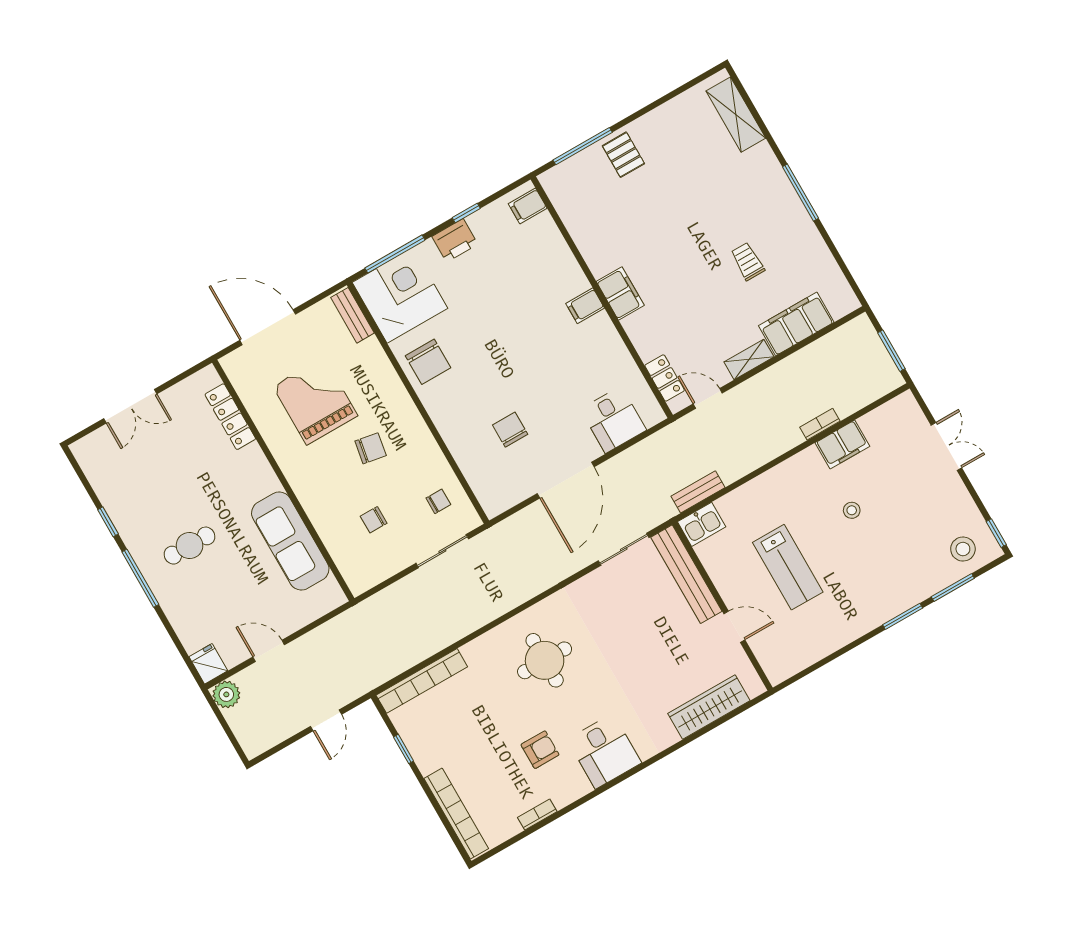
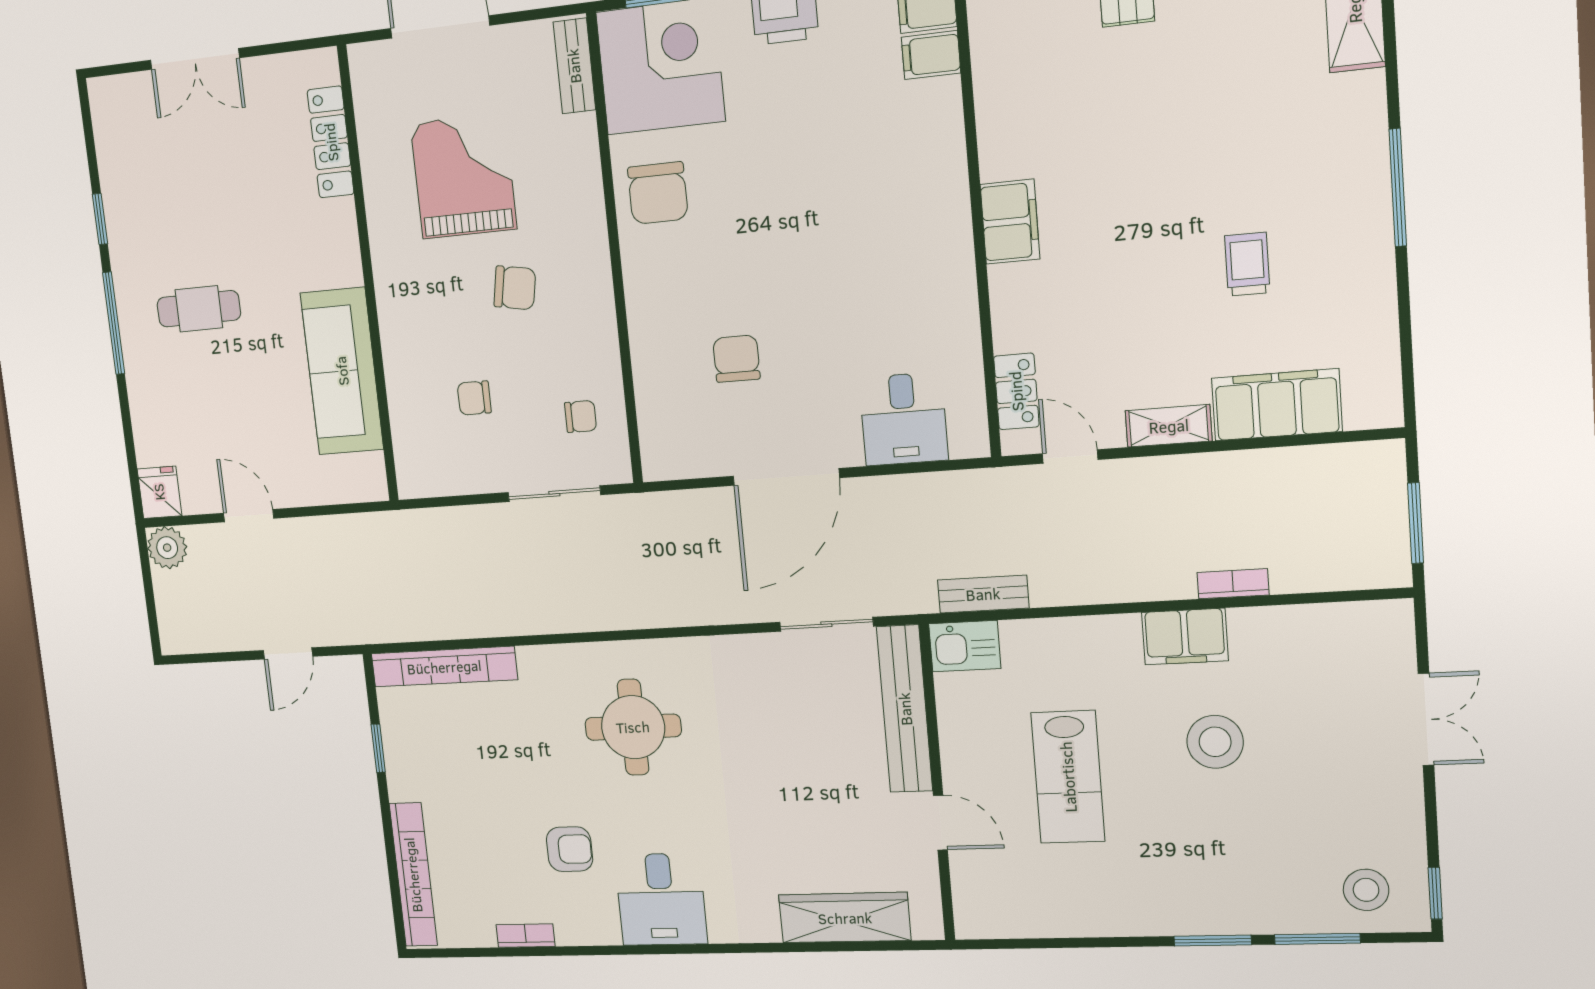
filing cabinet: (585, 306) -> (931, 55), moved
filing cabinet: (842, 444) -> (1185, 637), moved
stool: (852, 510) -> (1215, 742), width x1.89, depth x1.89

